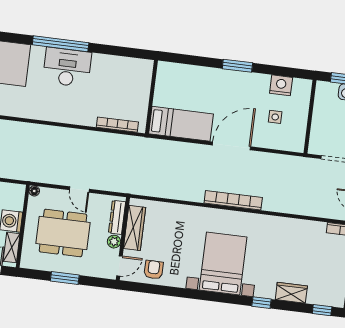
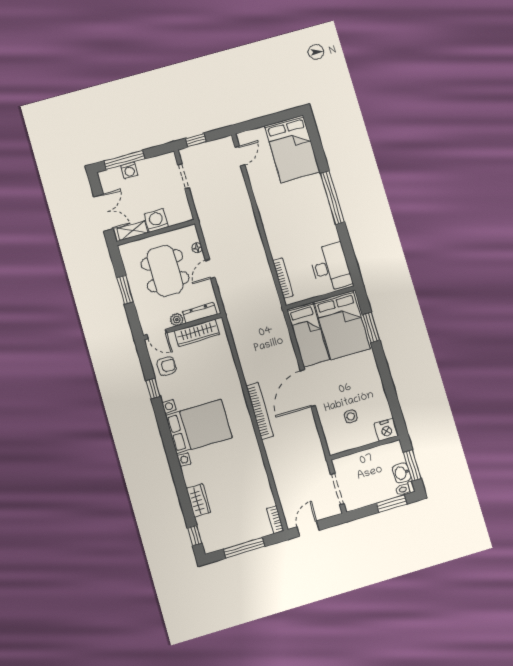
window: (237, 66) -> (371, 327), moved
desk: (67, 67) -> (330, 267), moved
nightstand: (281, 85) -> (386, 430), moved, turned 90
bed: (186, 88) -> (342, 325), added
door: (231, 146) -> (308, 388), swing flipped
floor lamp: (34, 191) -> (197, 248), moved
window: (261, 303) -> (153, 389), moved

